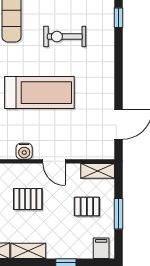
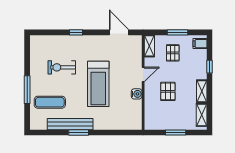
window: (118, 18) -> (76, 32), moved
exercise bike: (65, 37) -> (62, 67), turned 90
treadmill: (39, 93) -> (98, 84), turned 180

